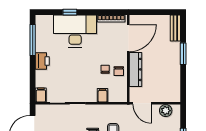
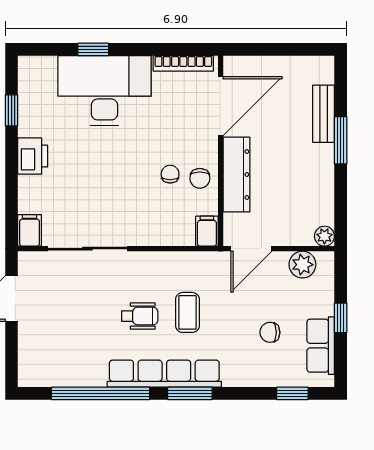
bench: (175, 28) -> (324, 114), moved
window: (33, 40) -> (12, 110), width x0.46
filing cabinet: (103, 95) -> (207, 231), moved
plant: (176, 98) -> (324, 236), added
door: (142, 103) -> (251, 249), hinge flipped

